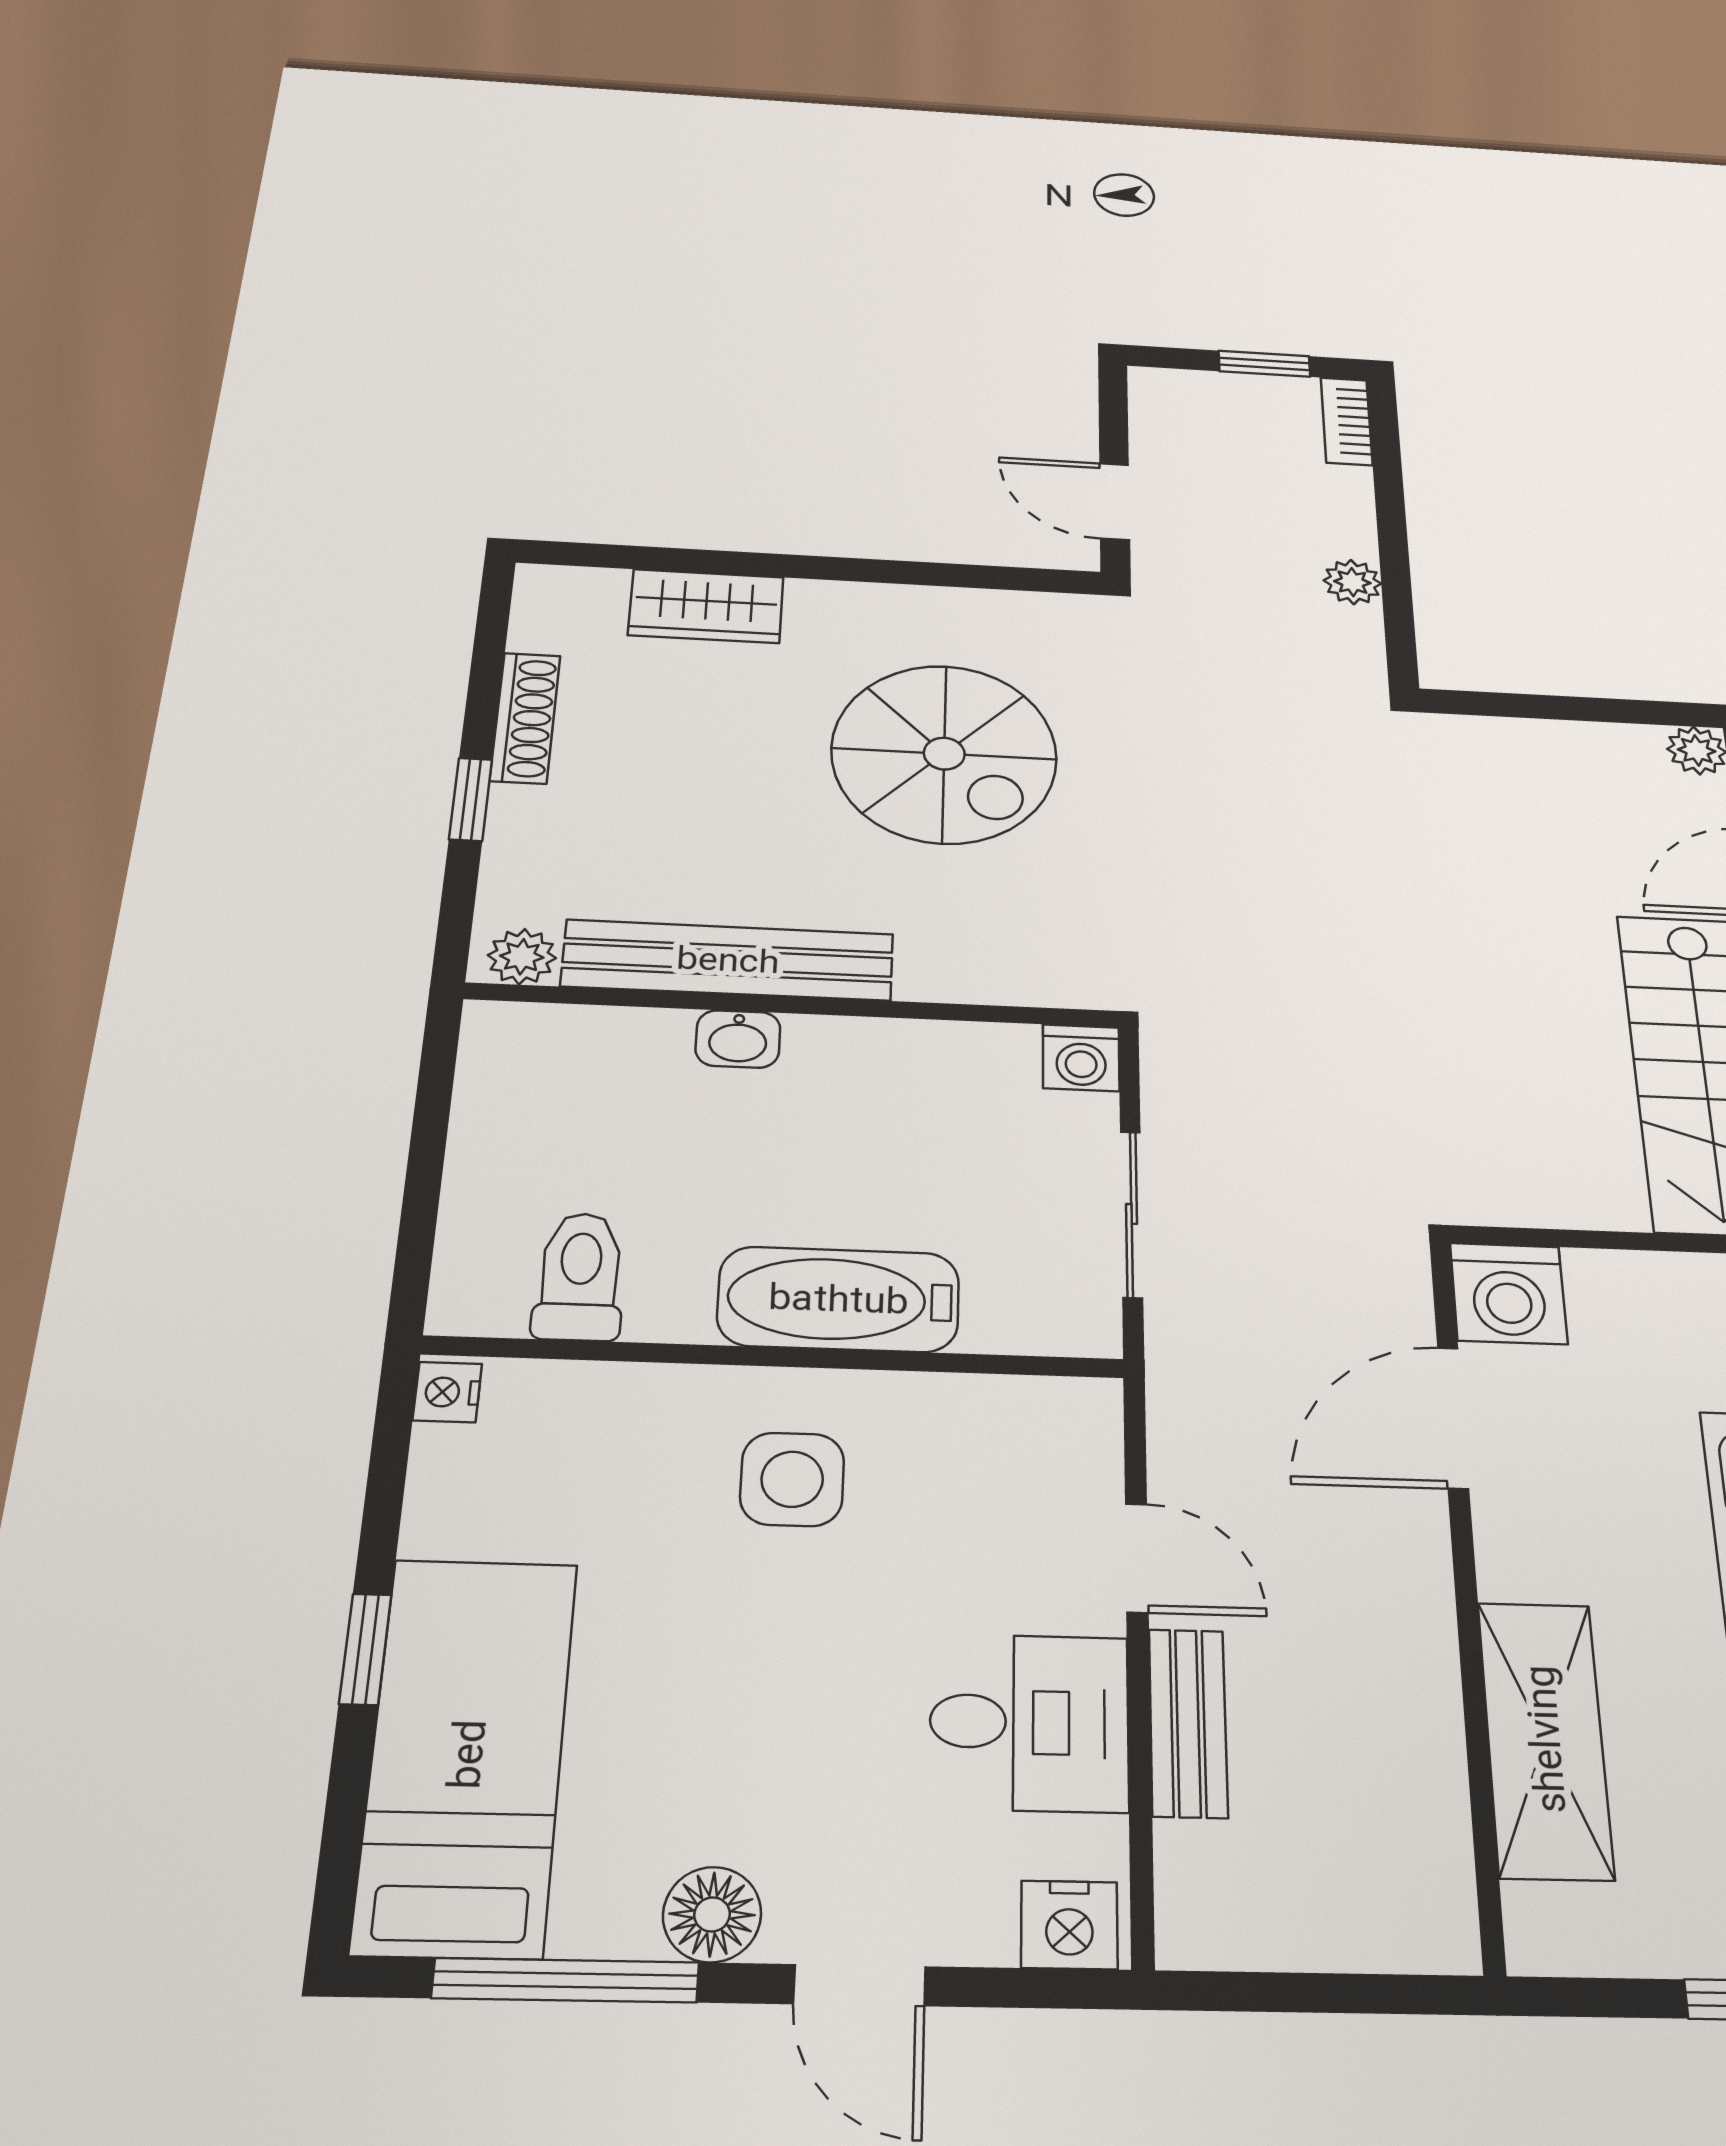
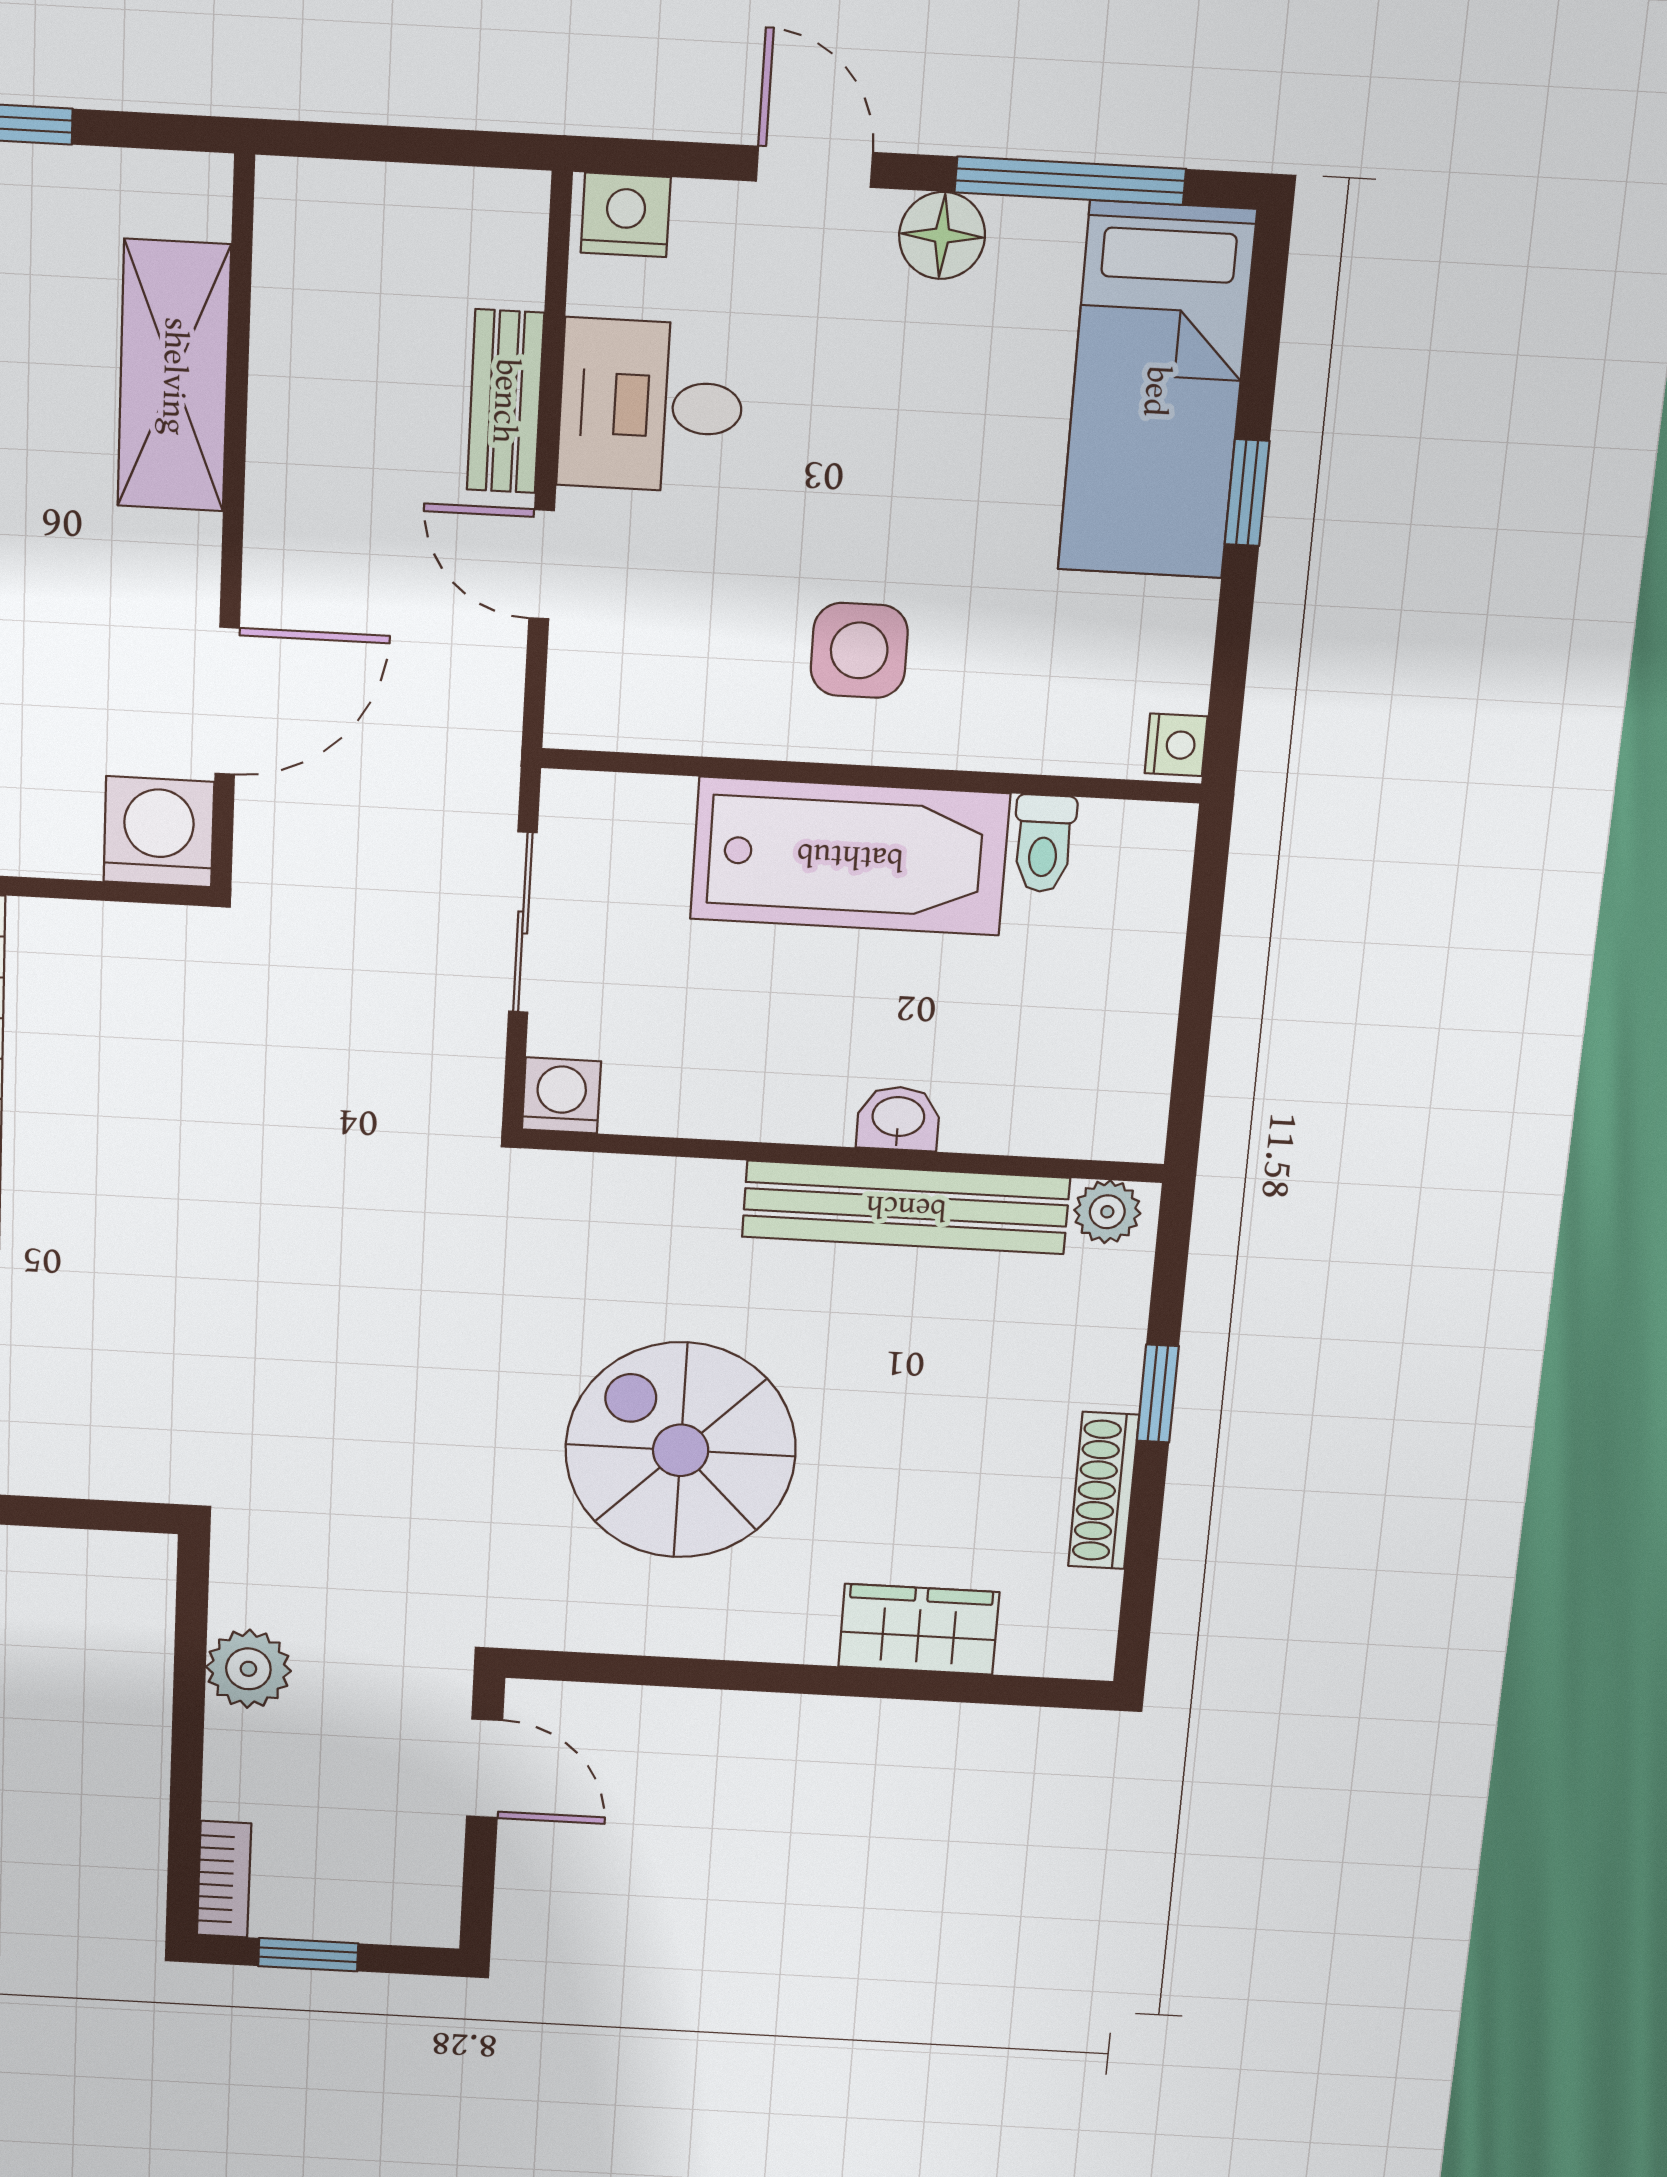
plant: (1352, 582) -> (248, 1669), width x1.38, depth x1.38
toilet: (580, 1276) -> (1044, 843), width x0.73, depth x0.72
bathtub: (839, 1299) -> (850, 856), width x1.36, depth x1.36

